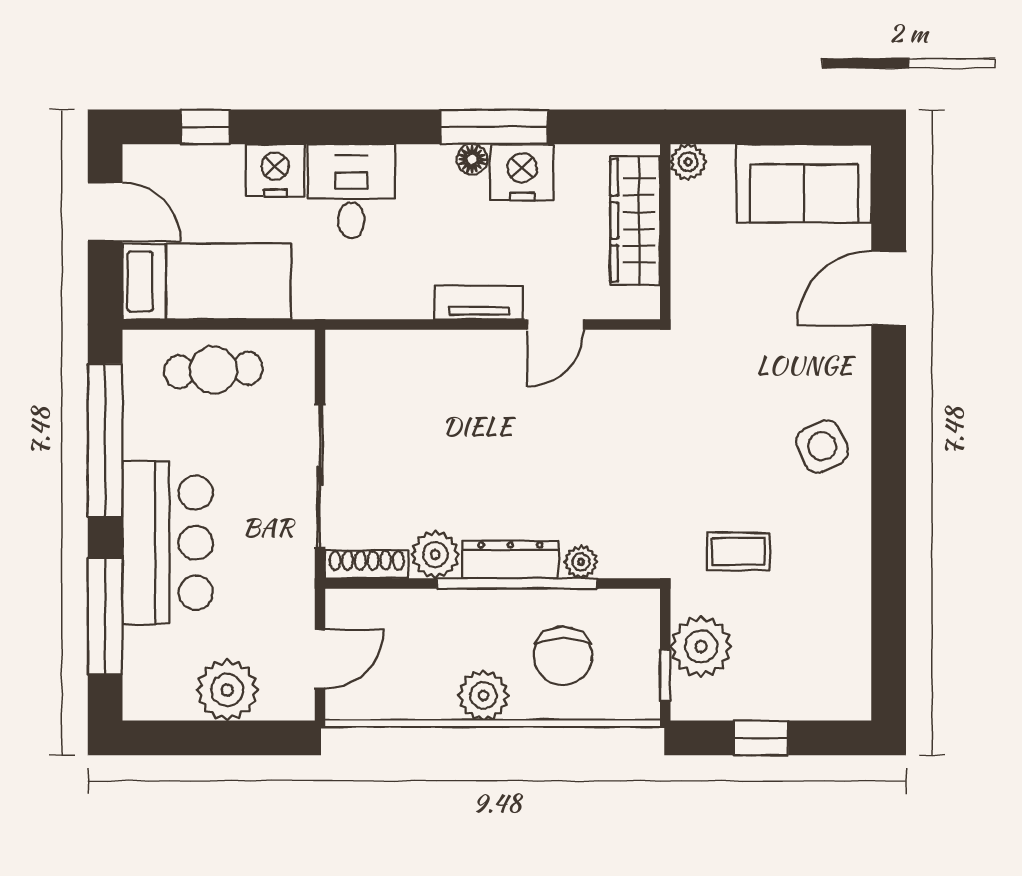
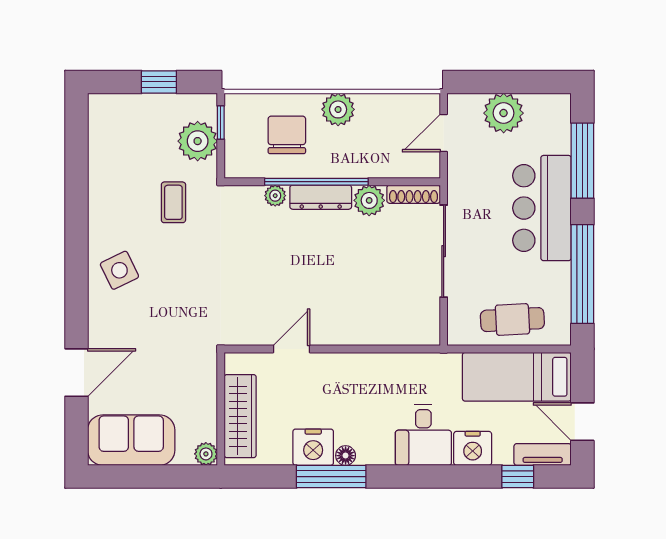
tv unit: (479, 302) -> (543, 454), moved, turned 180
coffee table: (738, 552) -> (173, 202), turned 90

